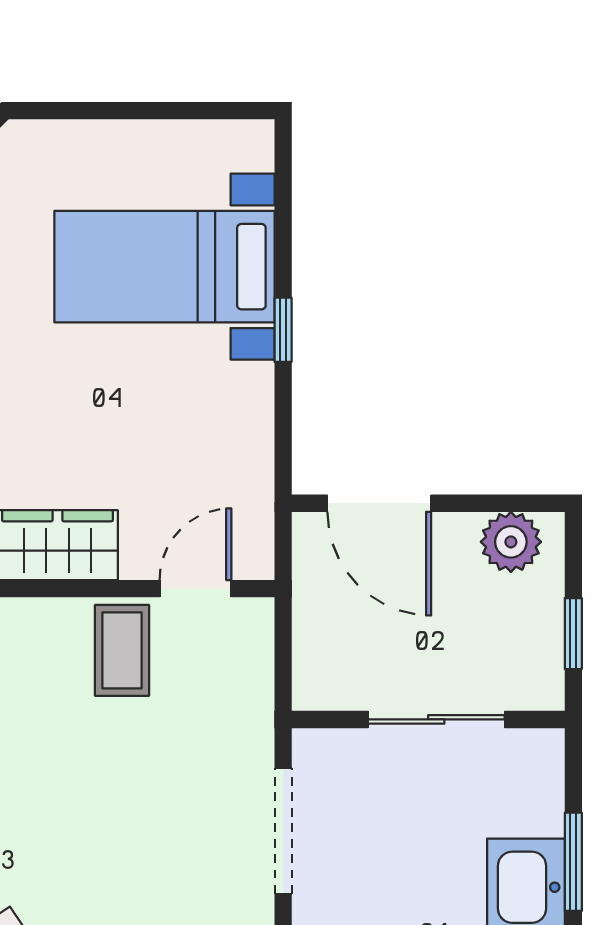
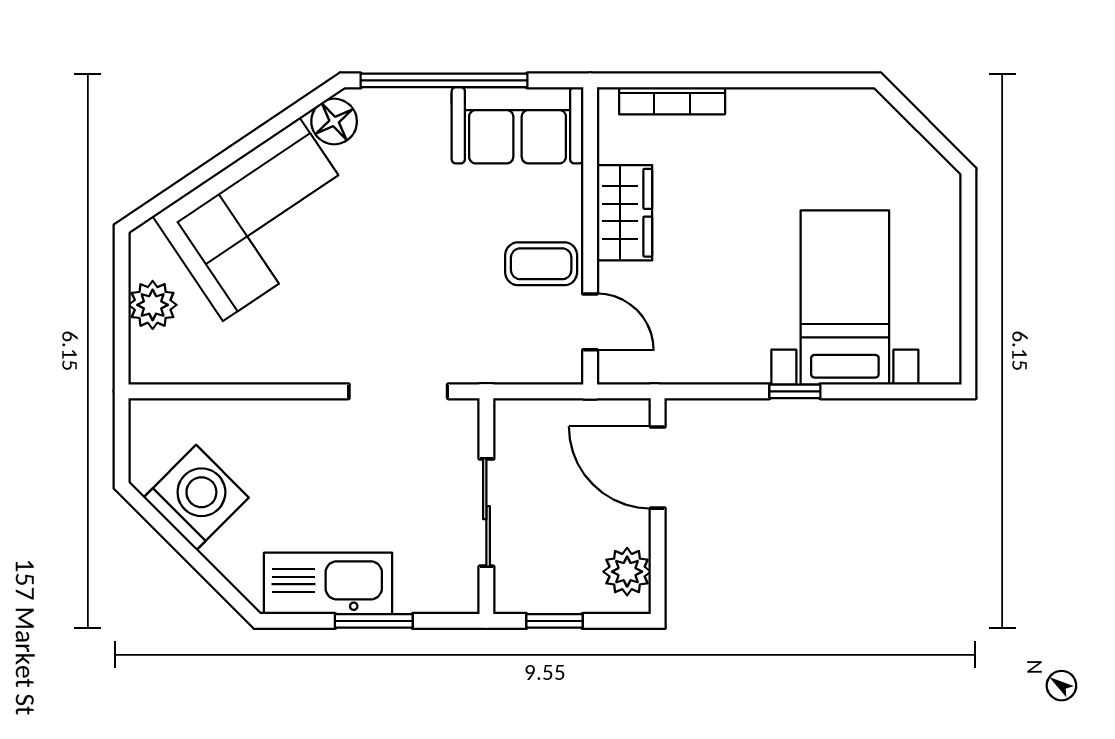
door: (379, 503) -> (658, 467), hinge flipped

